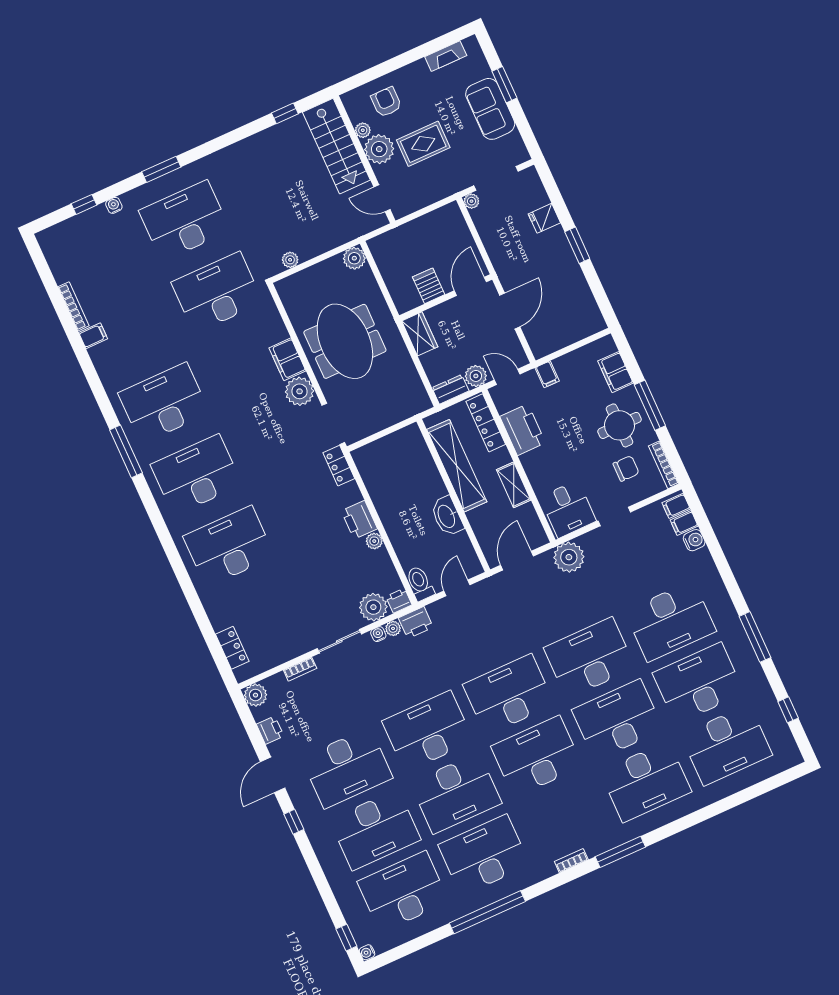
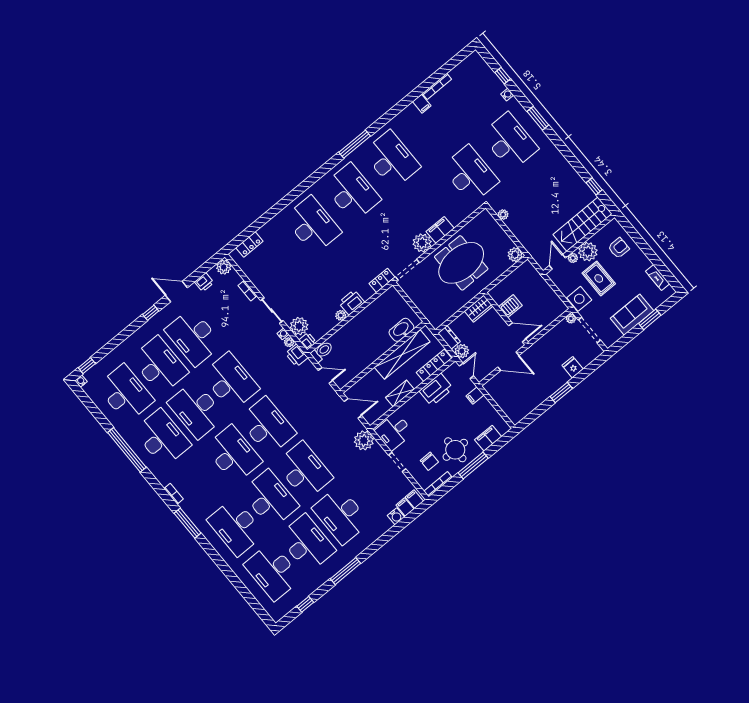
plant: (363, 130) -> (573, 258), moved
side table: (446, 181) -> (579, 299), added
washbasin: (447, 516) -> (401, 330), moved
desk: (375, 830) -> (159, 365), turned 180

